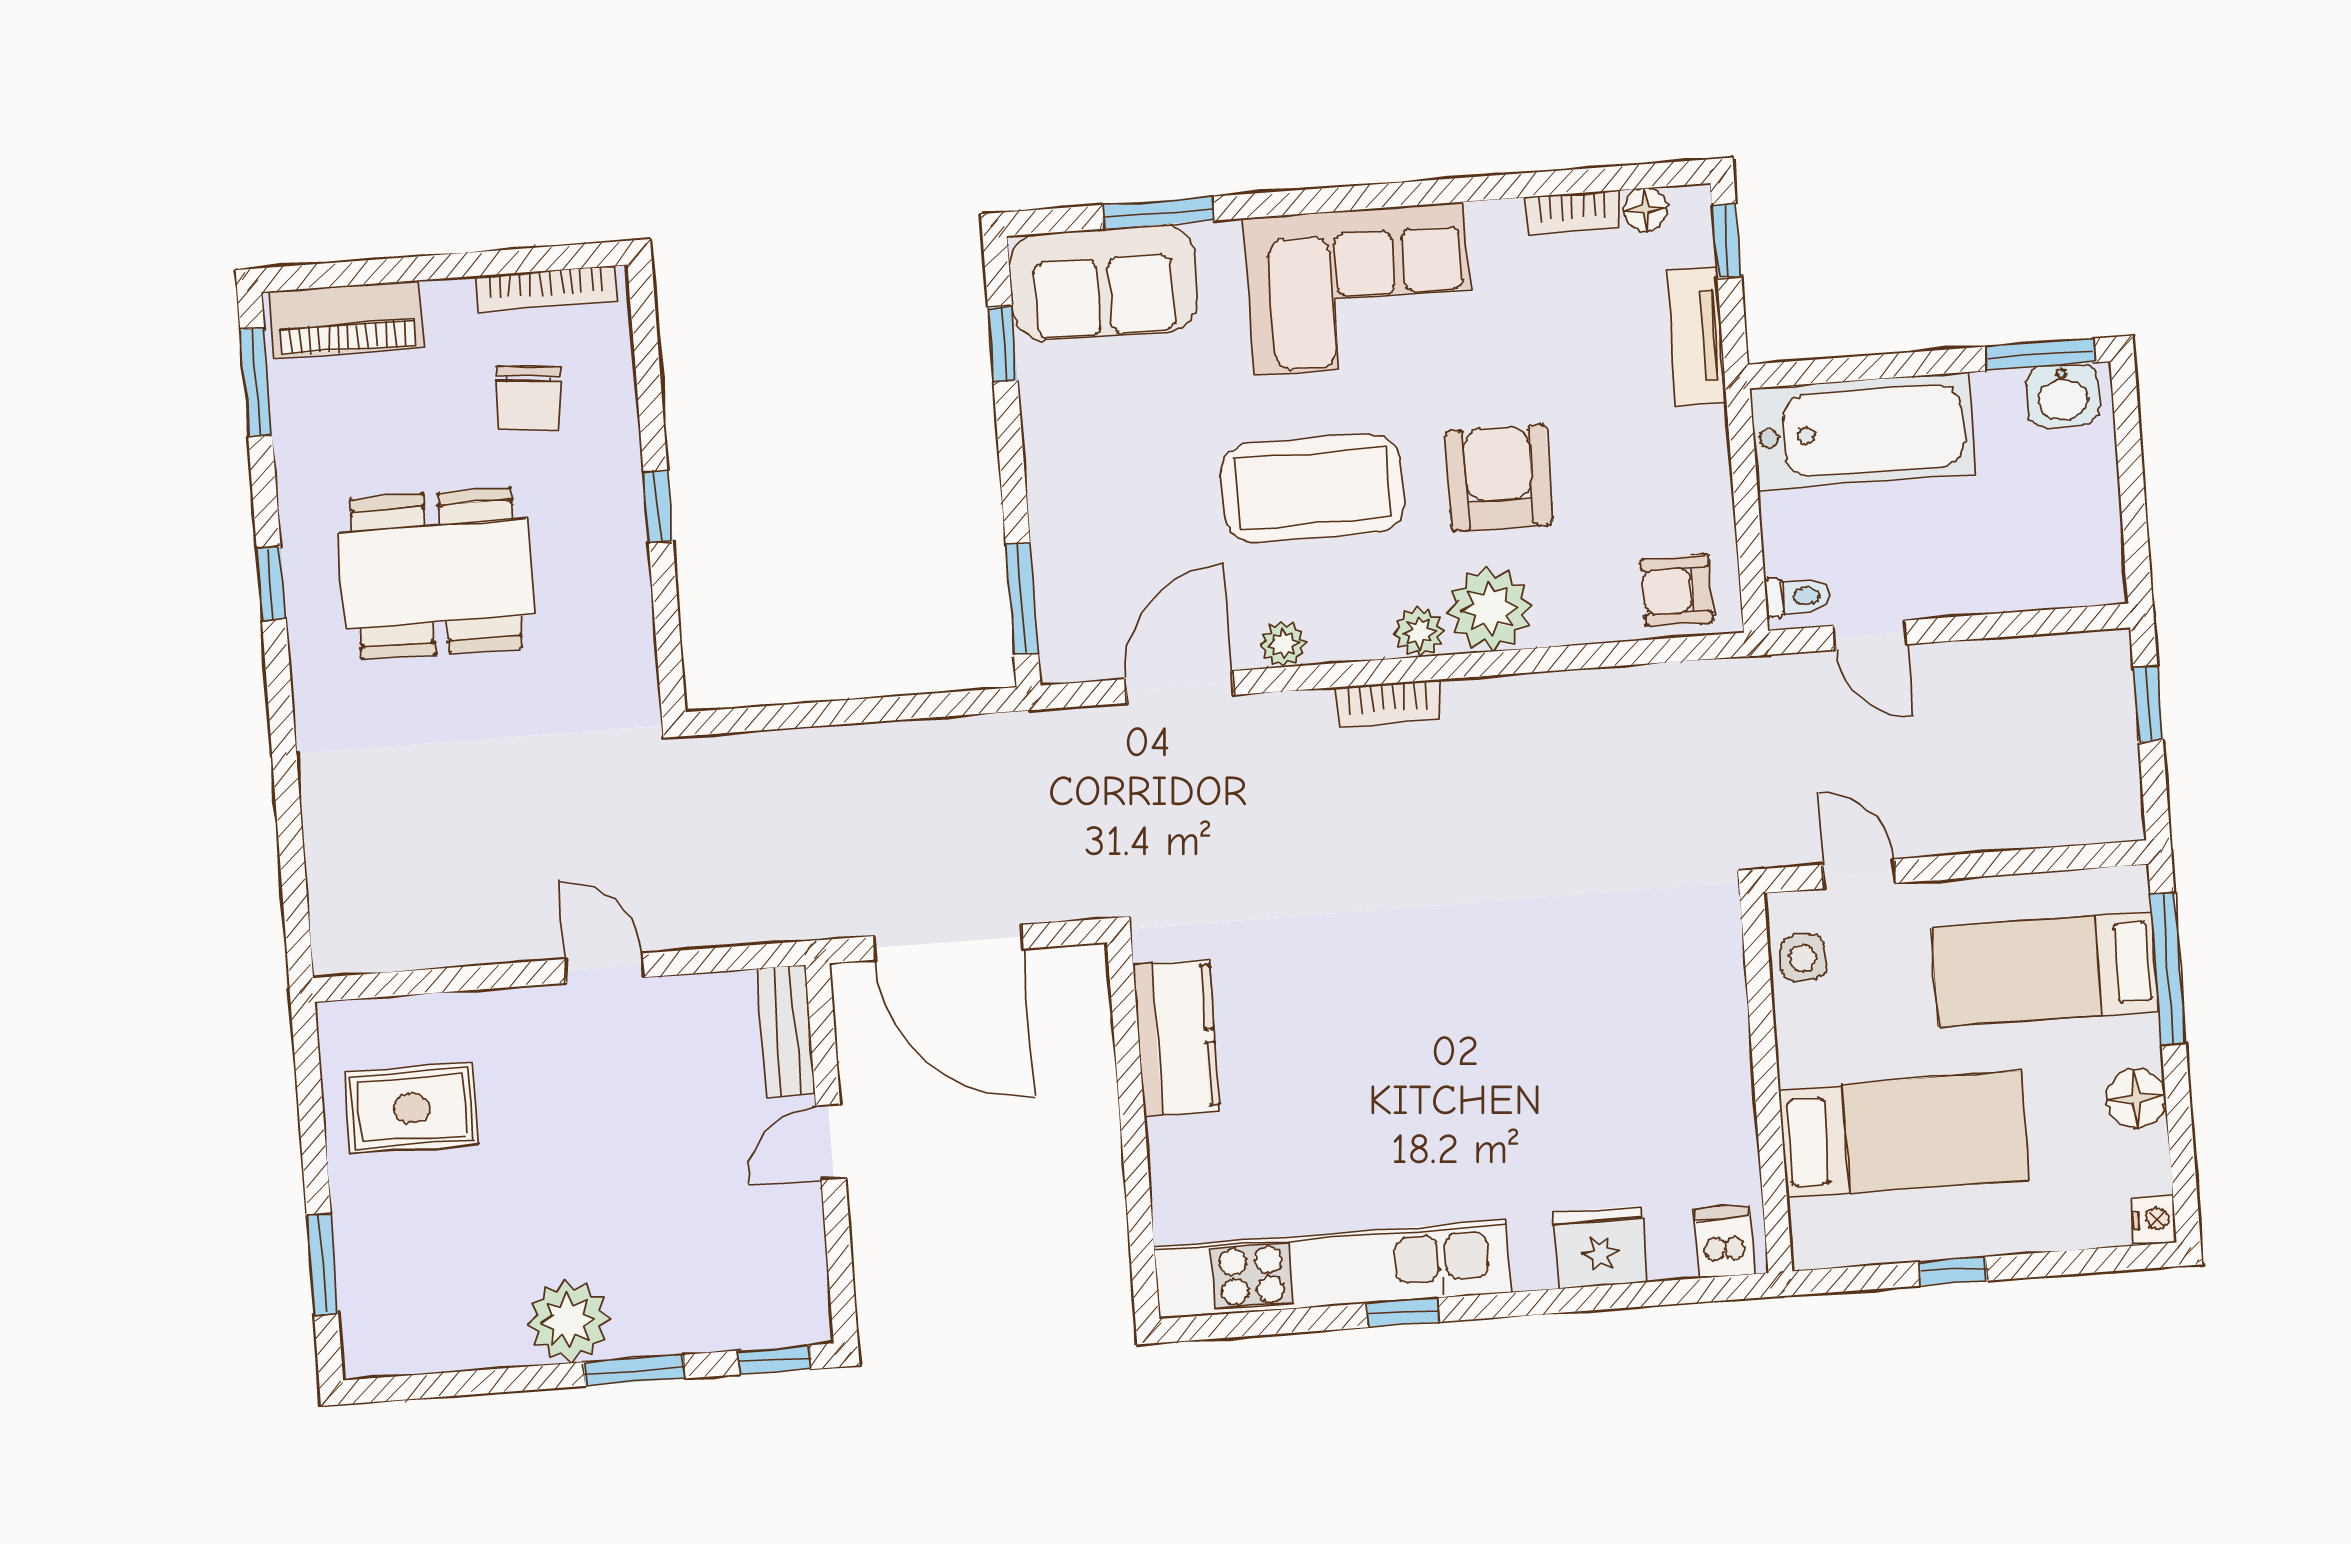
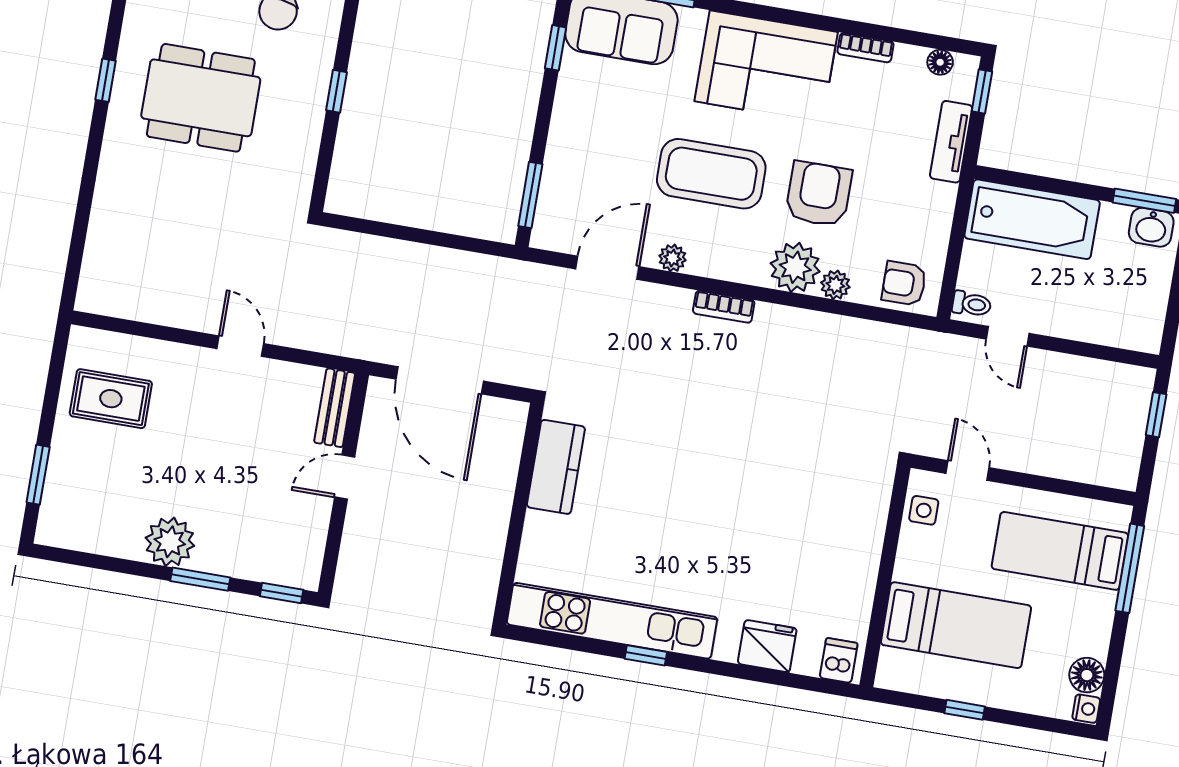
bookcase: (1573, 212) -> (865, 48), moved
plant: (1419, 632) -> (835, 285), moved
floor lamp: (2136, 1098) -> (1087, 675), moved

